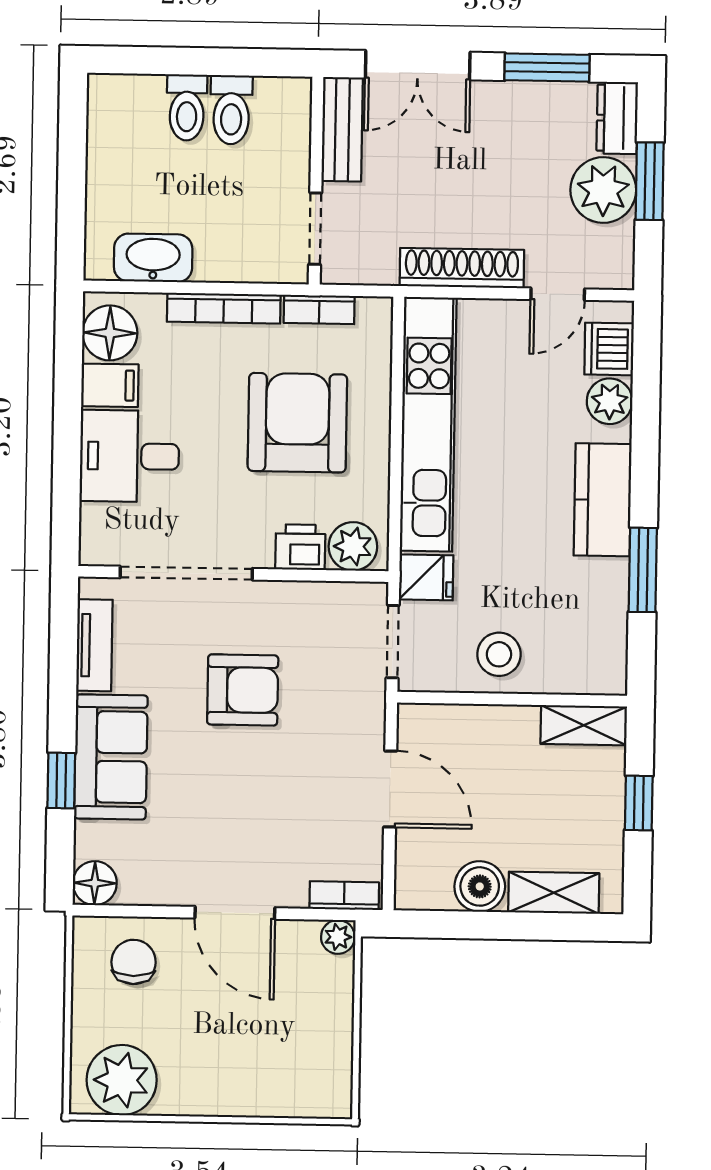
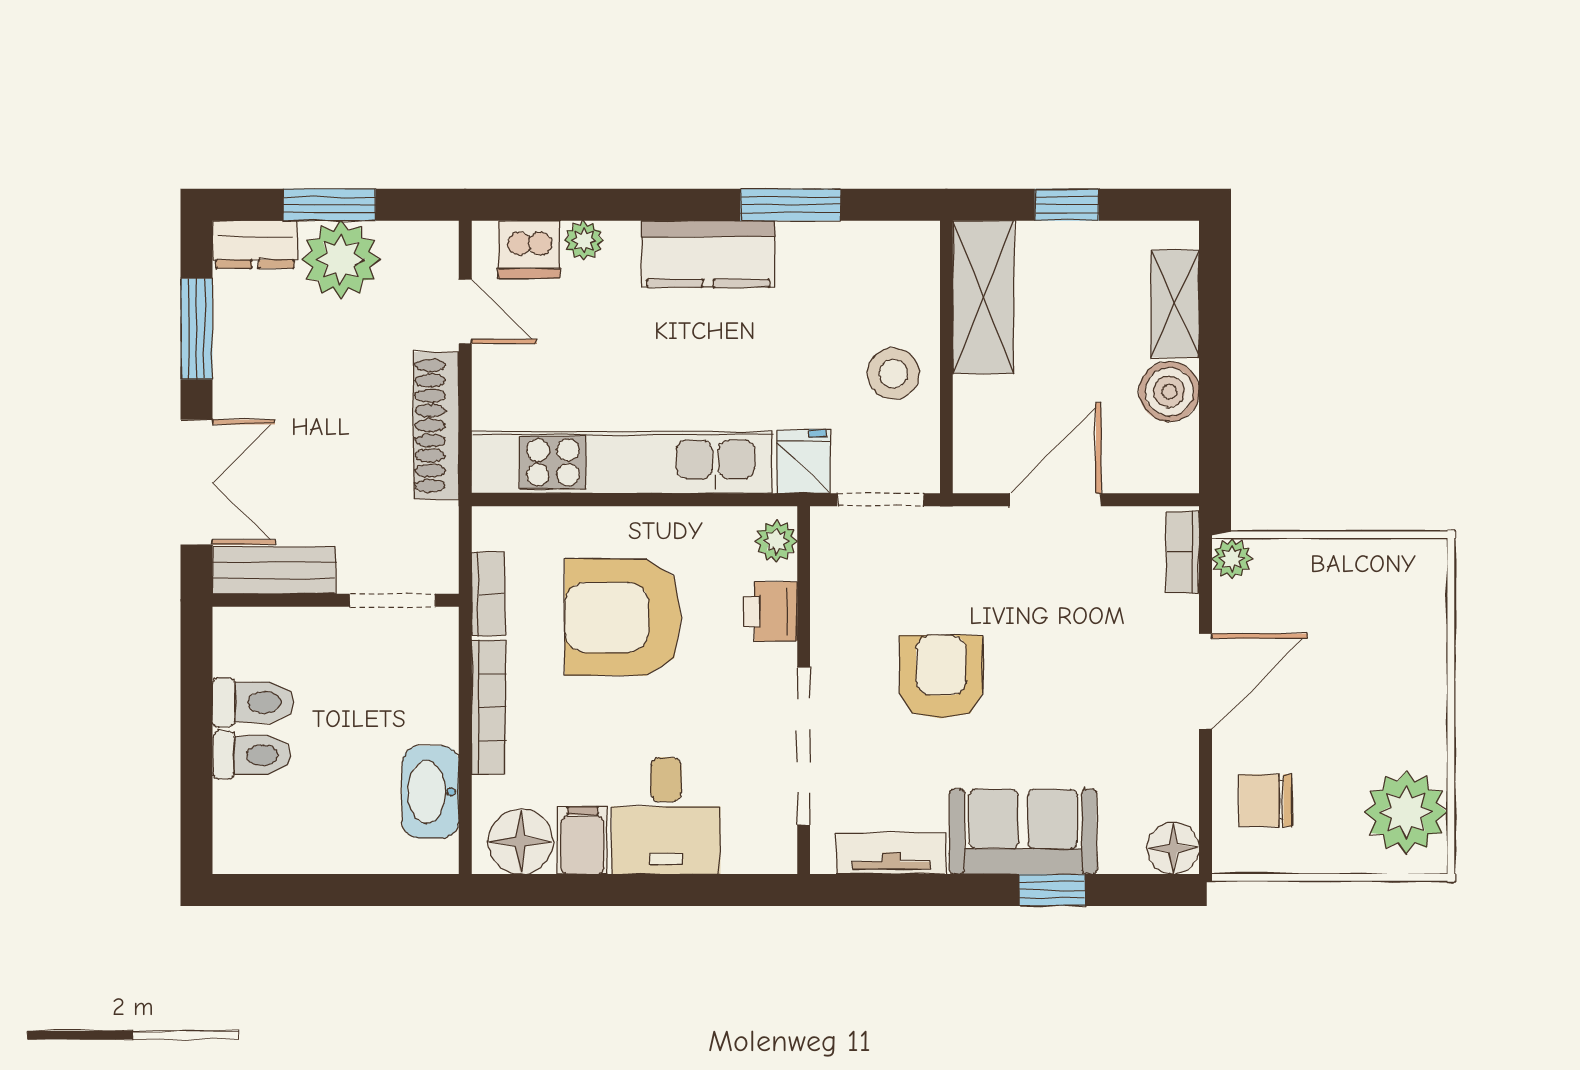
plant: (610, 401) -> (584, 240), width x0.73, depth x0.73
plant: (353, 546) -> (776, 541), width x0.73, depth x0.73
shelving: (584, 725) -> (983, 297), width x1.50, depth x1.33

